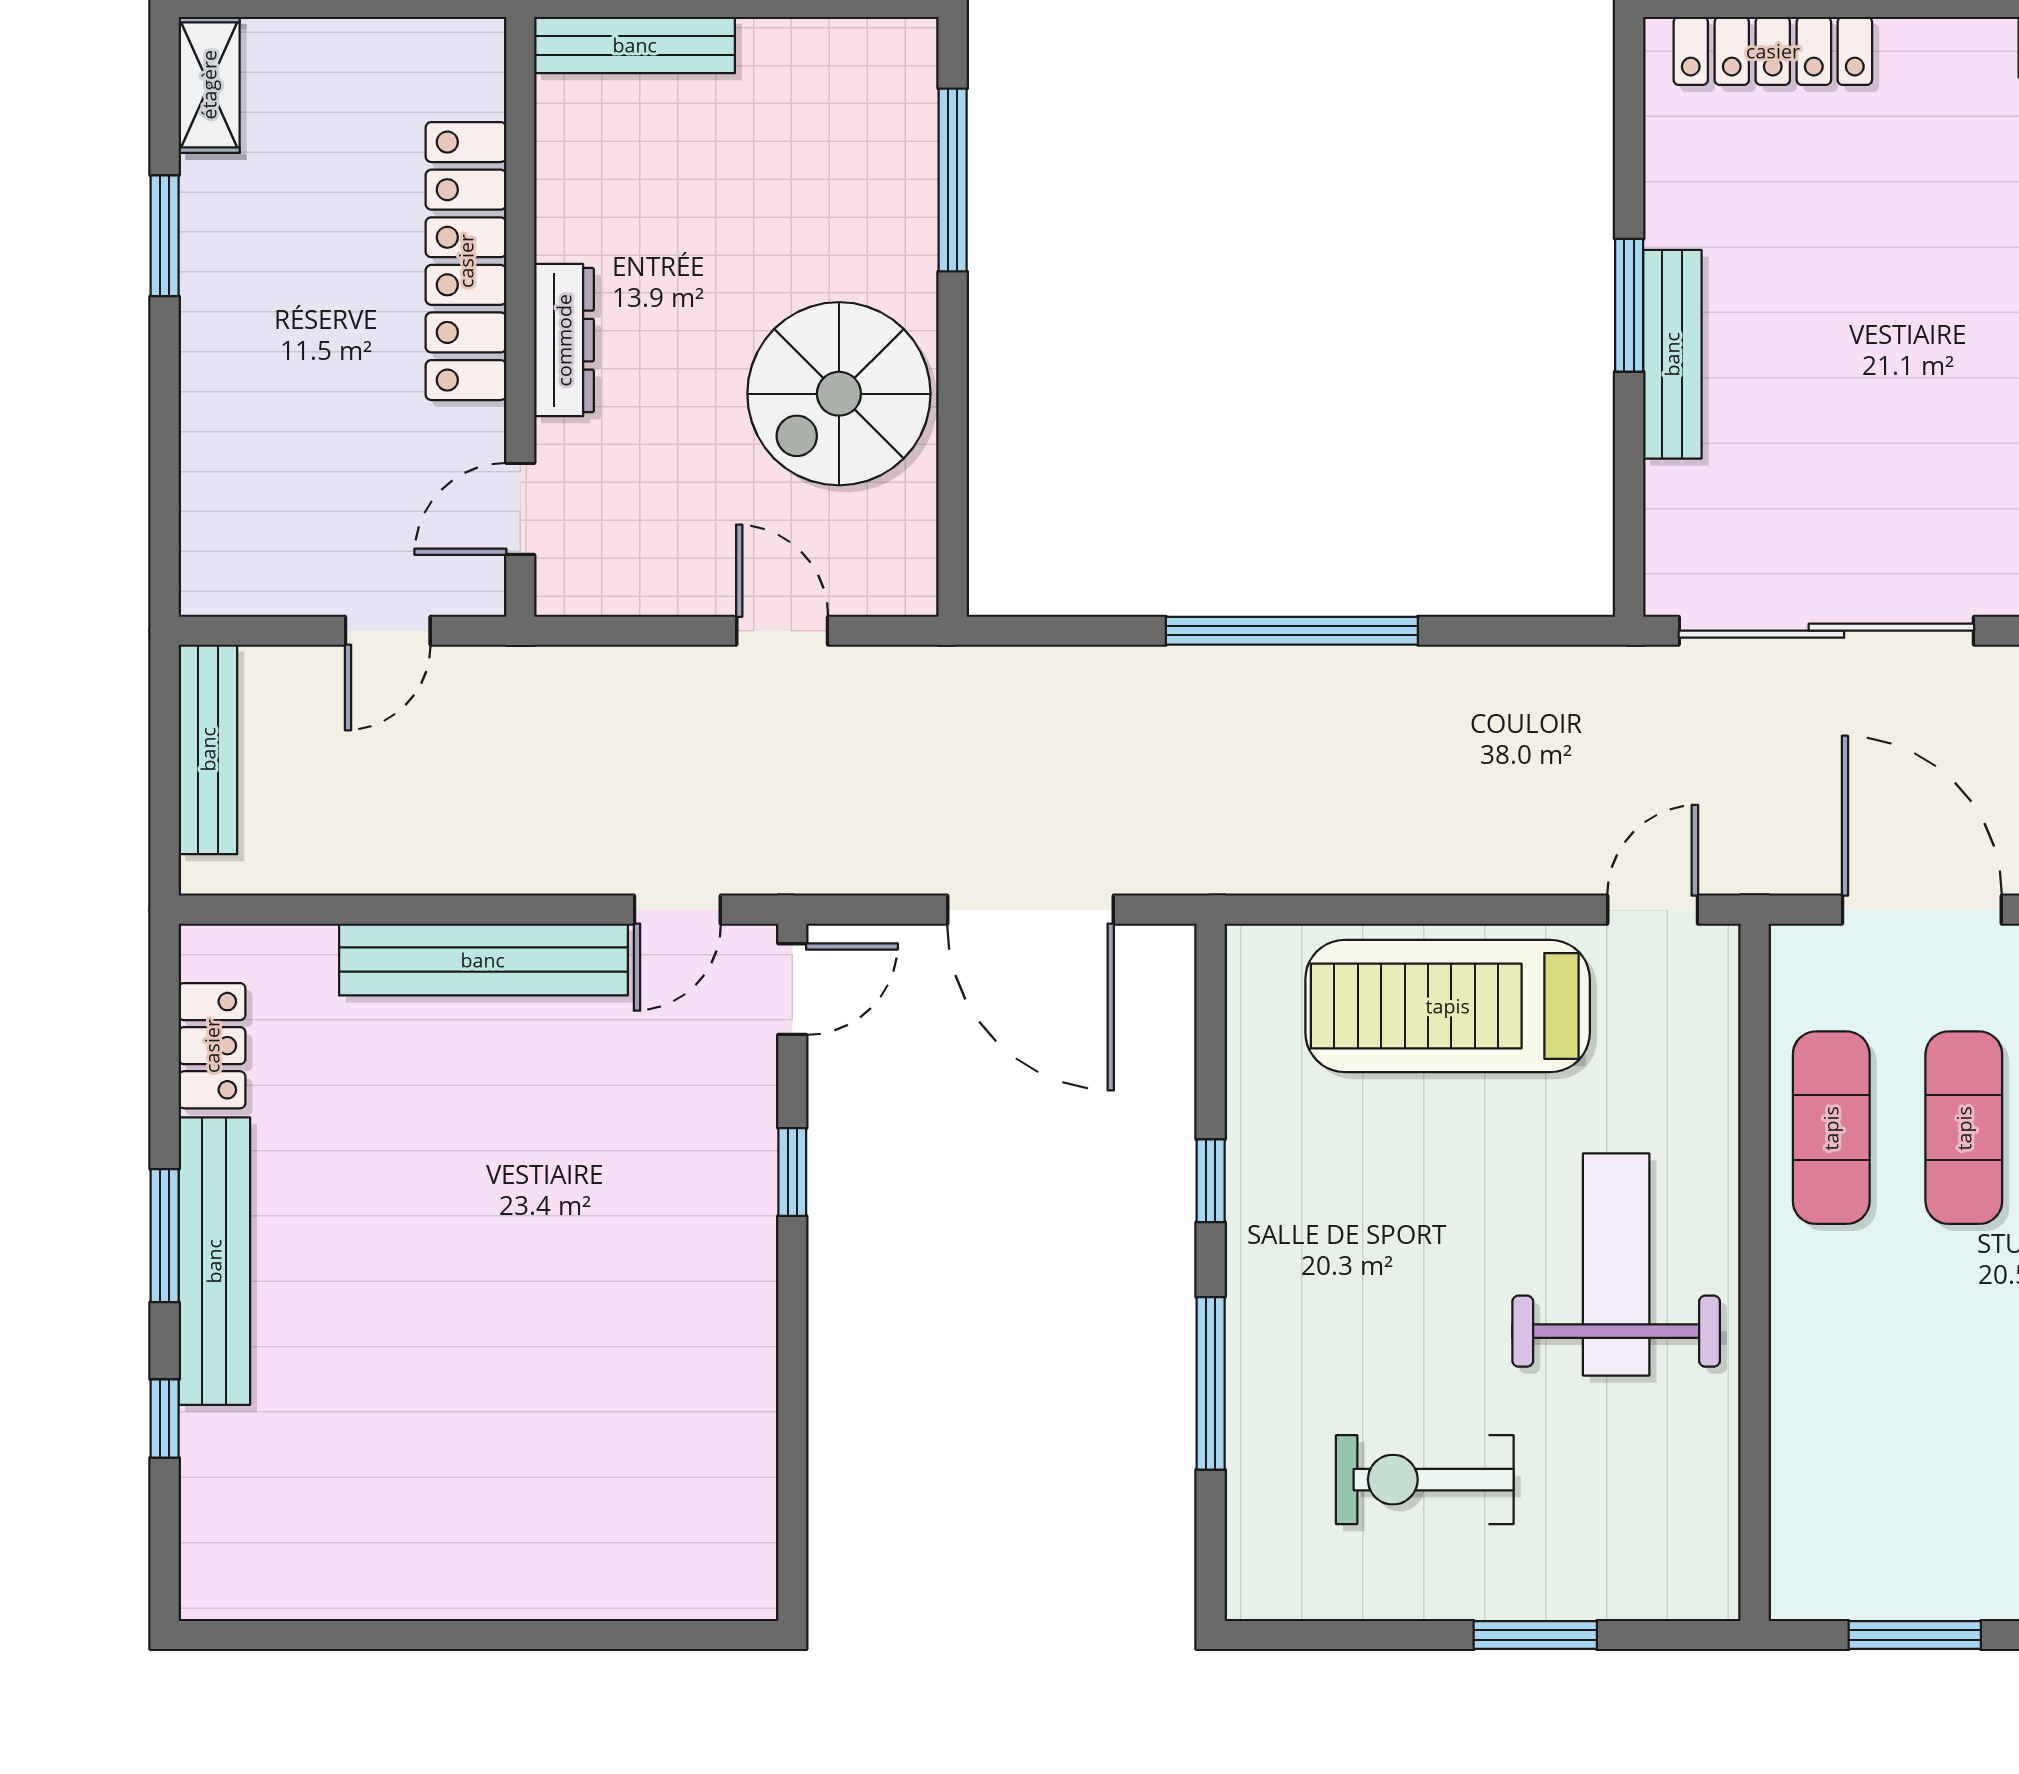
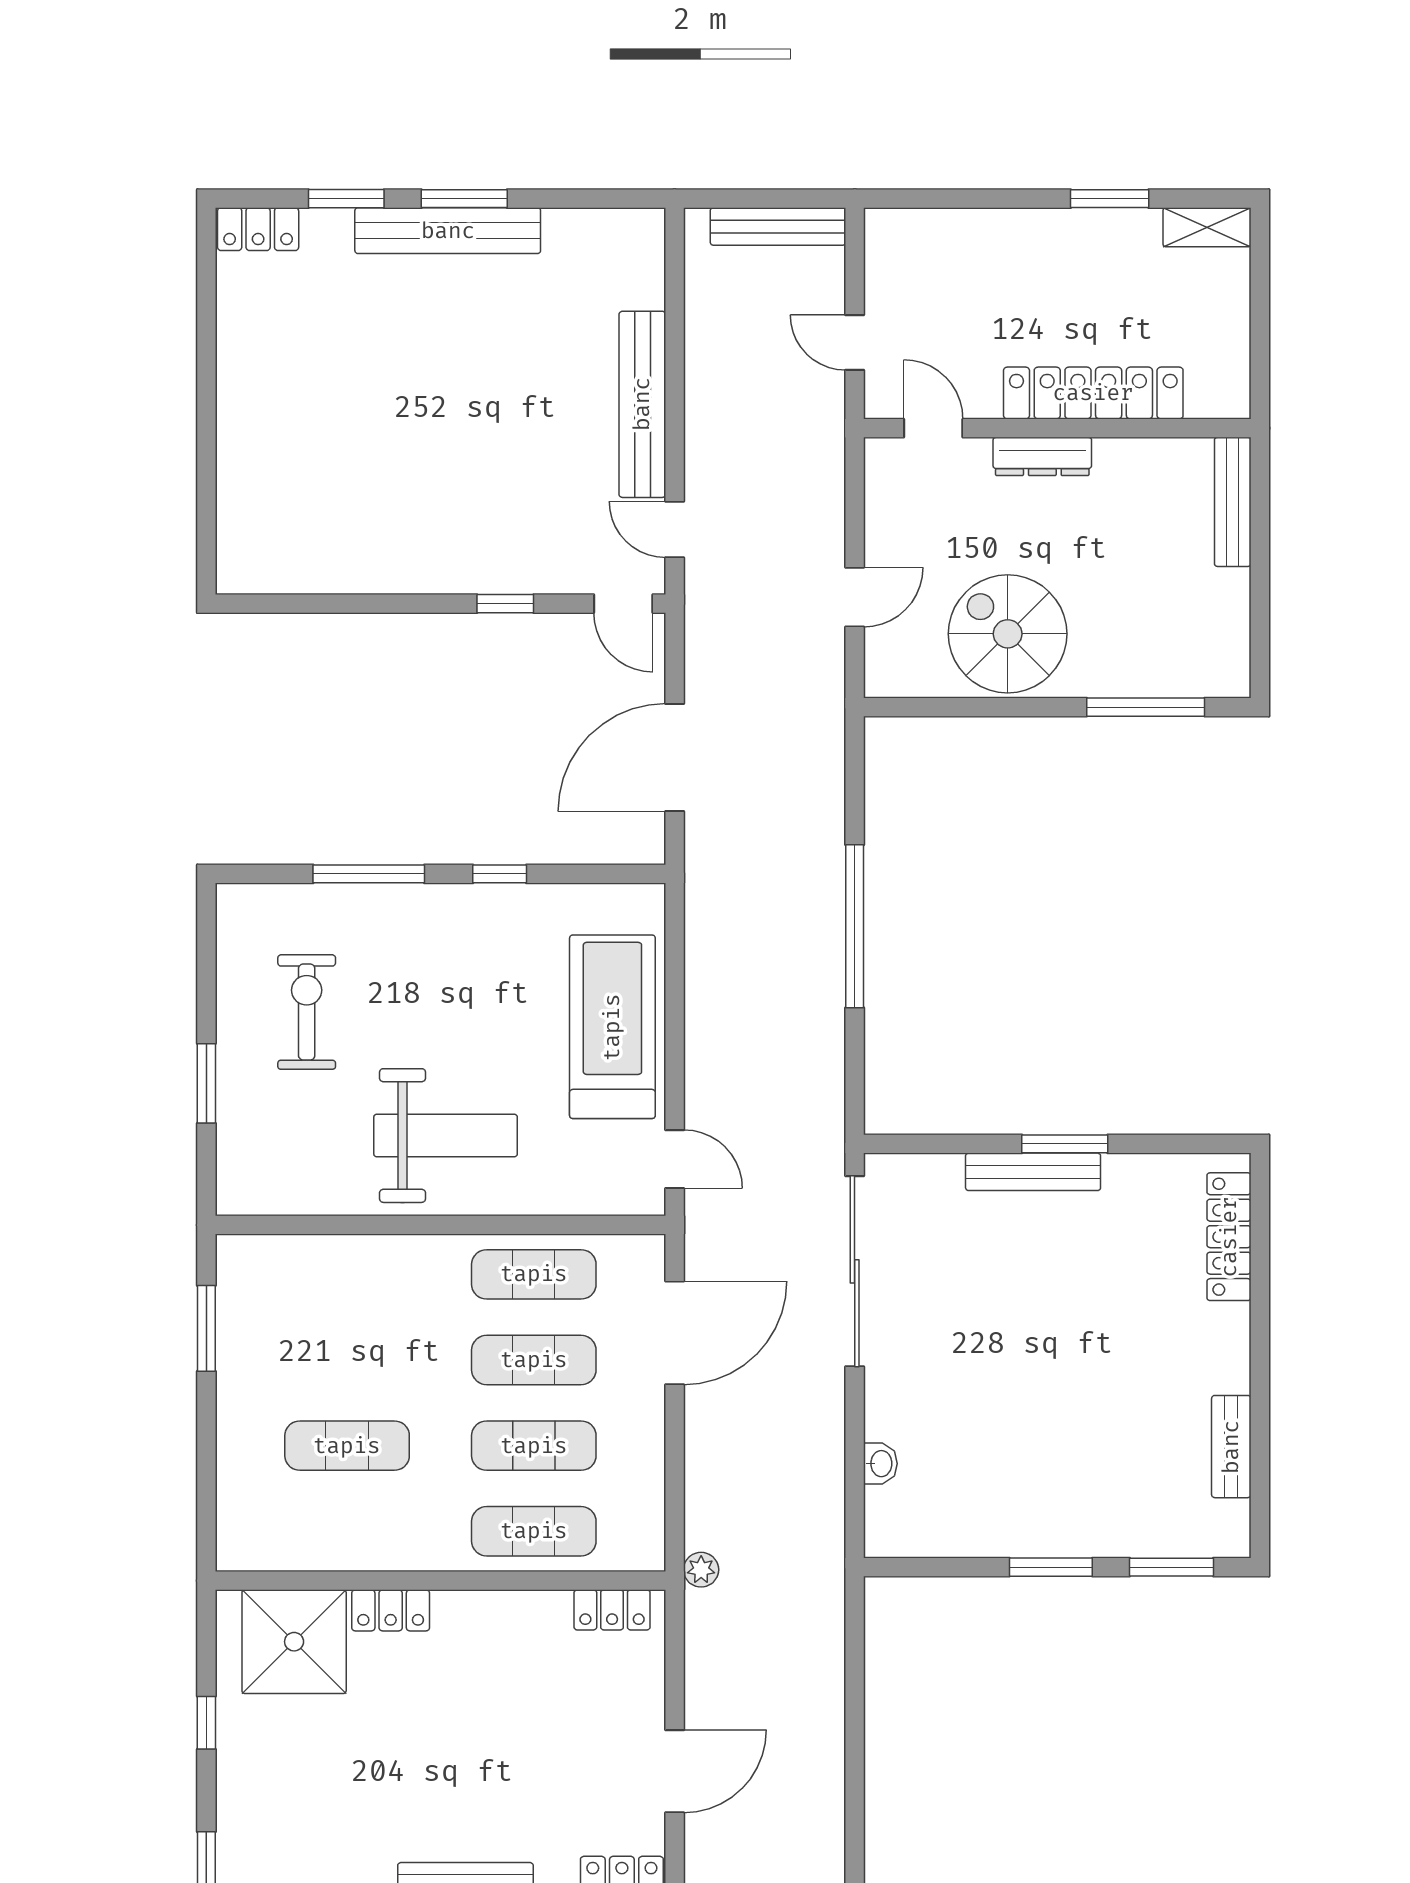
locker: (212, 1046) -> (258, 229), moved
window: (165, 1418) -> (346, 199), width x1.50

